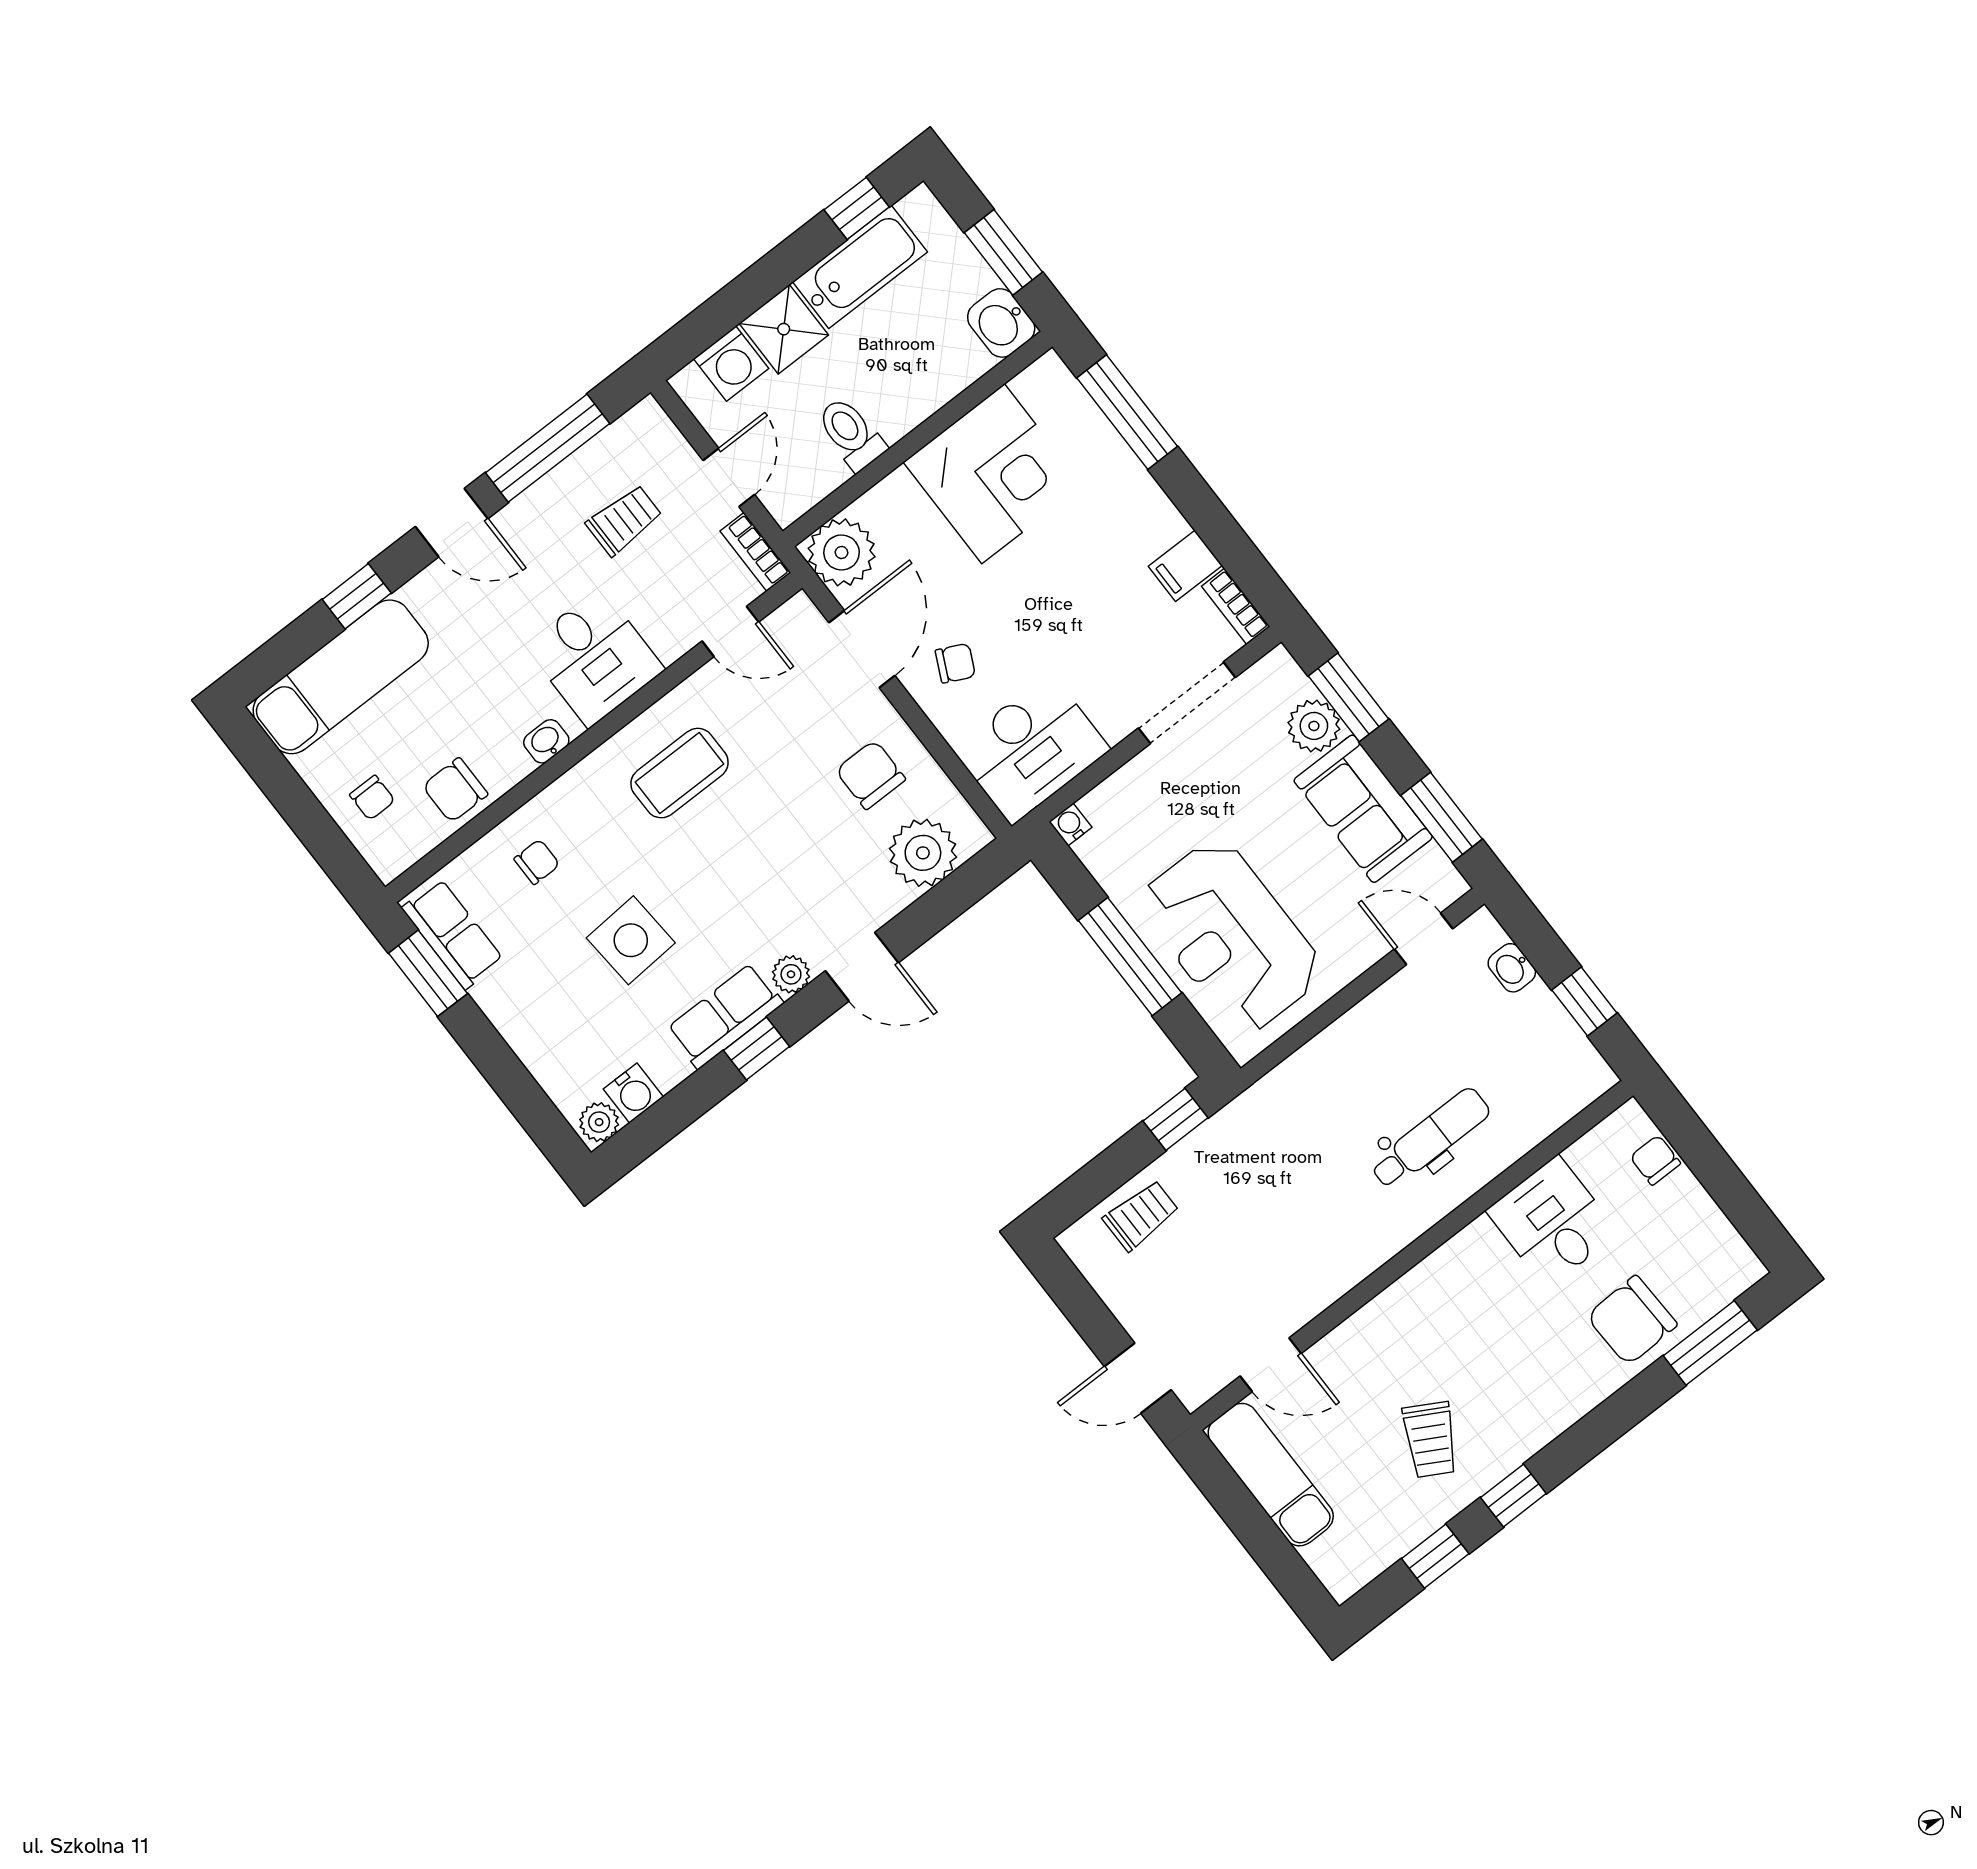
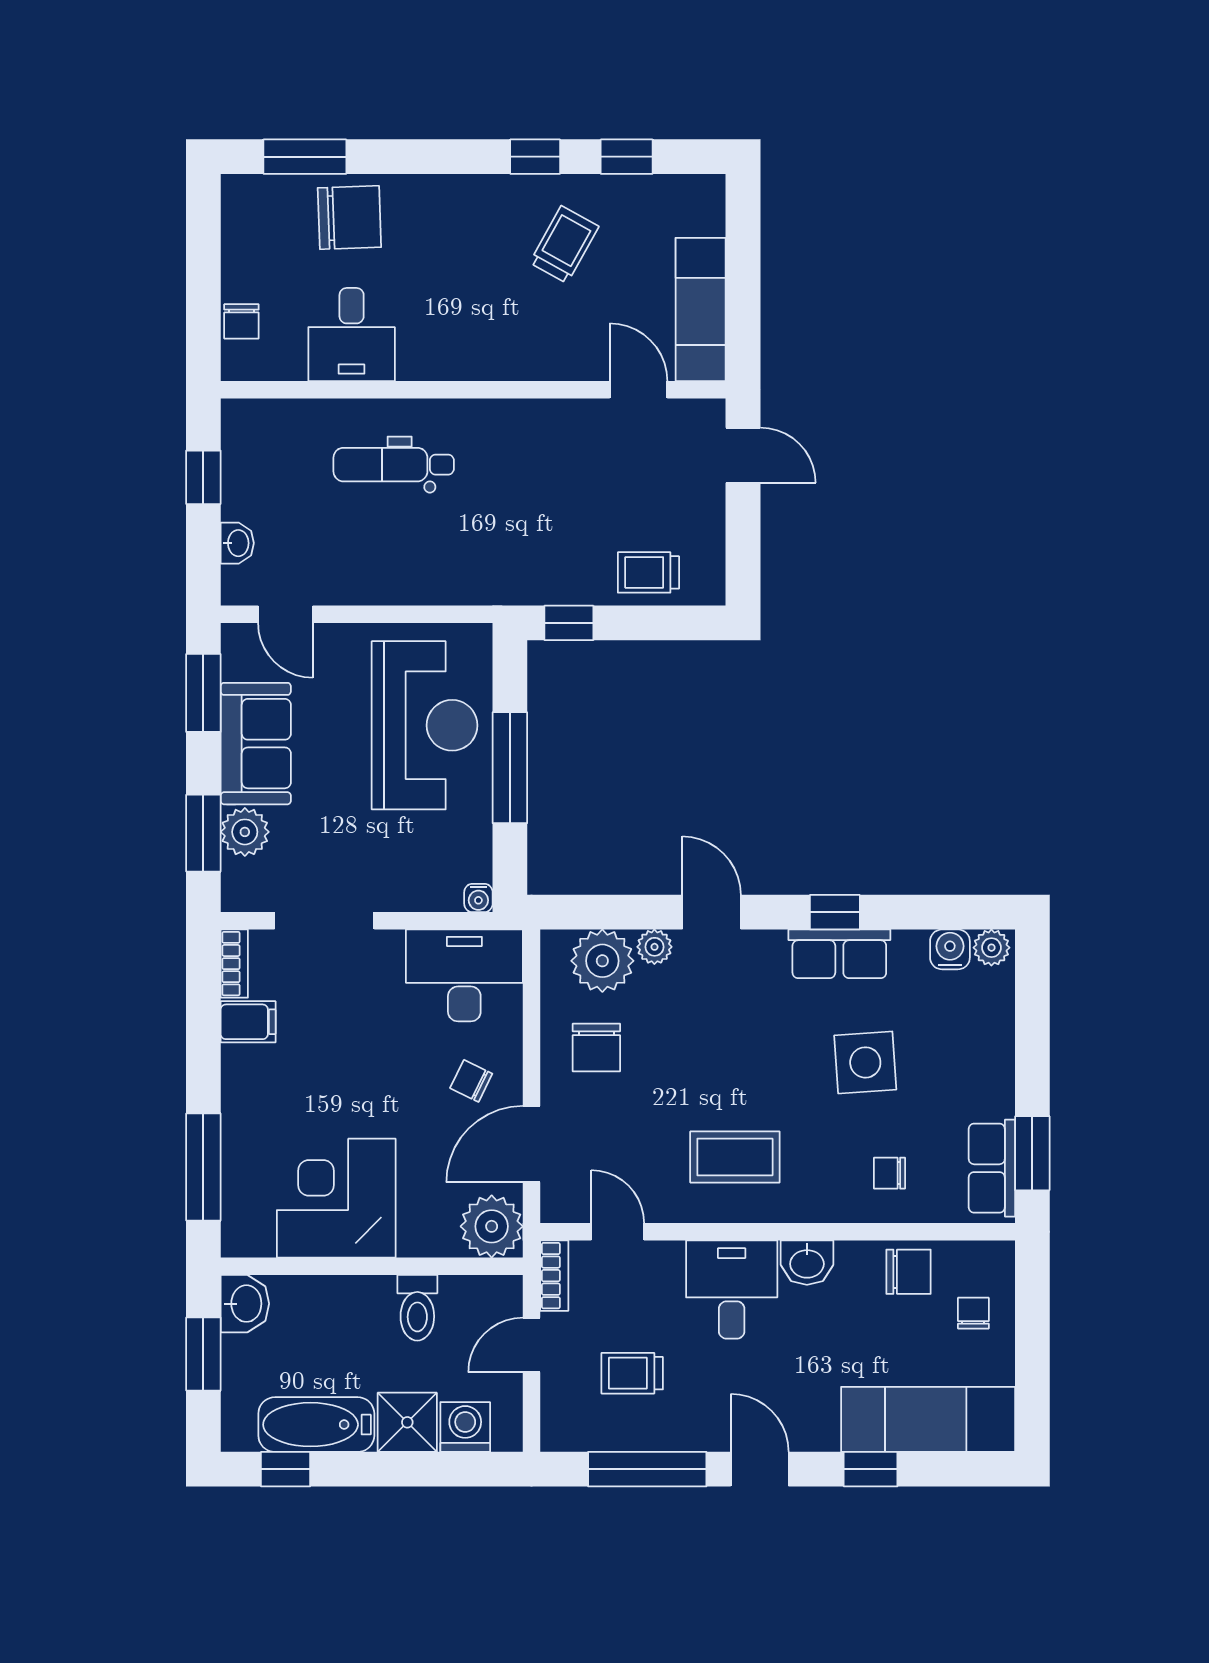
washbasin: (546, 741) -> (807, 1263), width x1.38, depth x1.45
plant: (791, 974) -> (654, 947), moved

